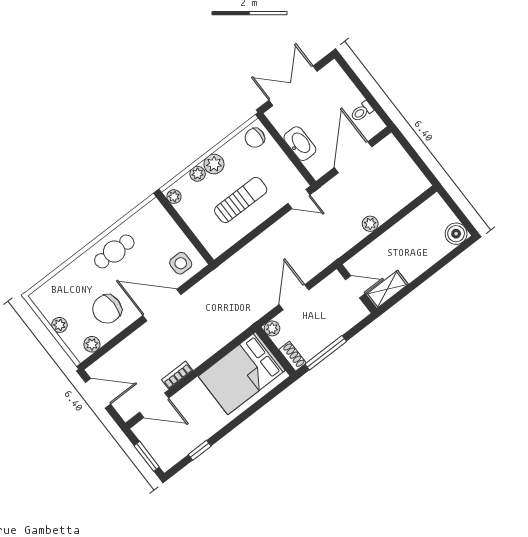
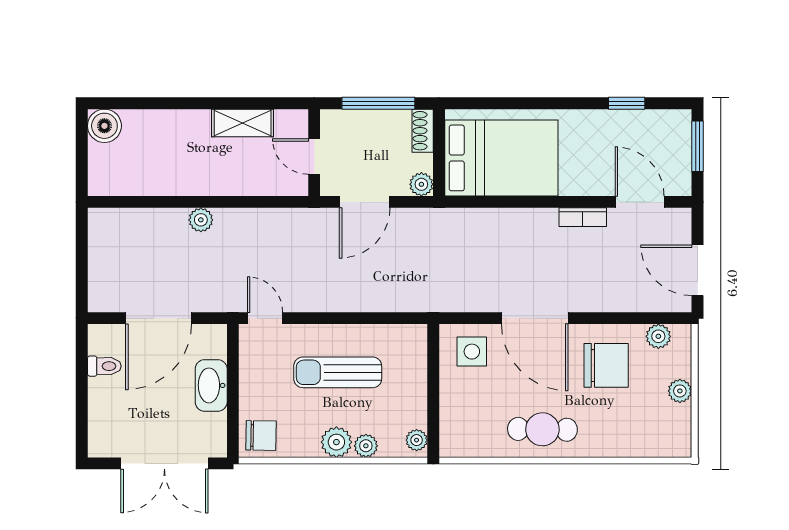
door: (355, 287) -> (314, 157), moved
wall: (357, 289) -> (314, 153), moved

